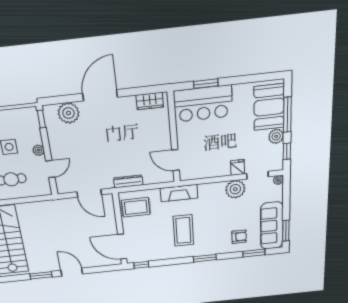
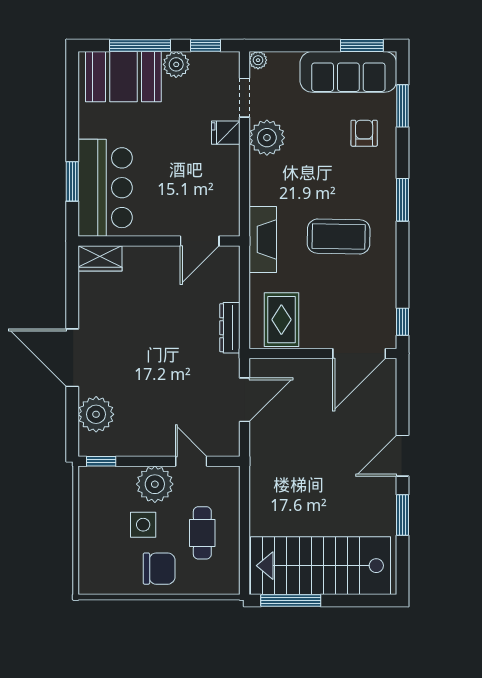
wardrobe: (150, 101) -> (100, 258), moved, turned 90
plant: (39, 150) -> (155, 484), width x1.88, depth x1.88

